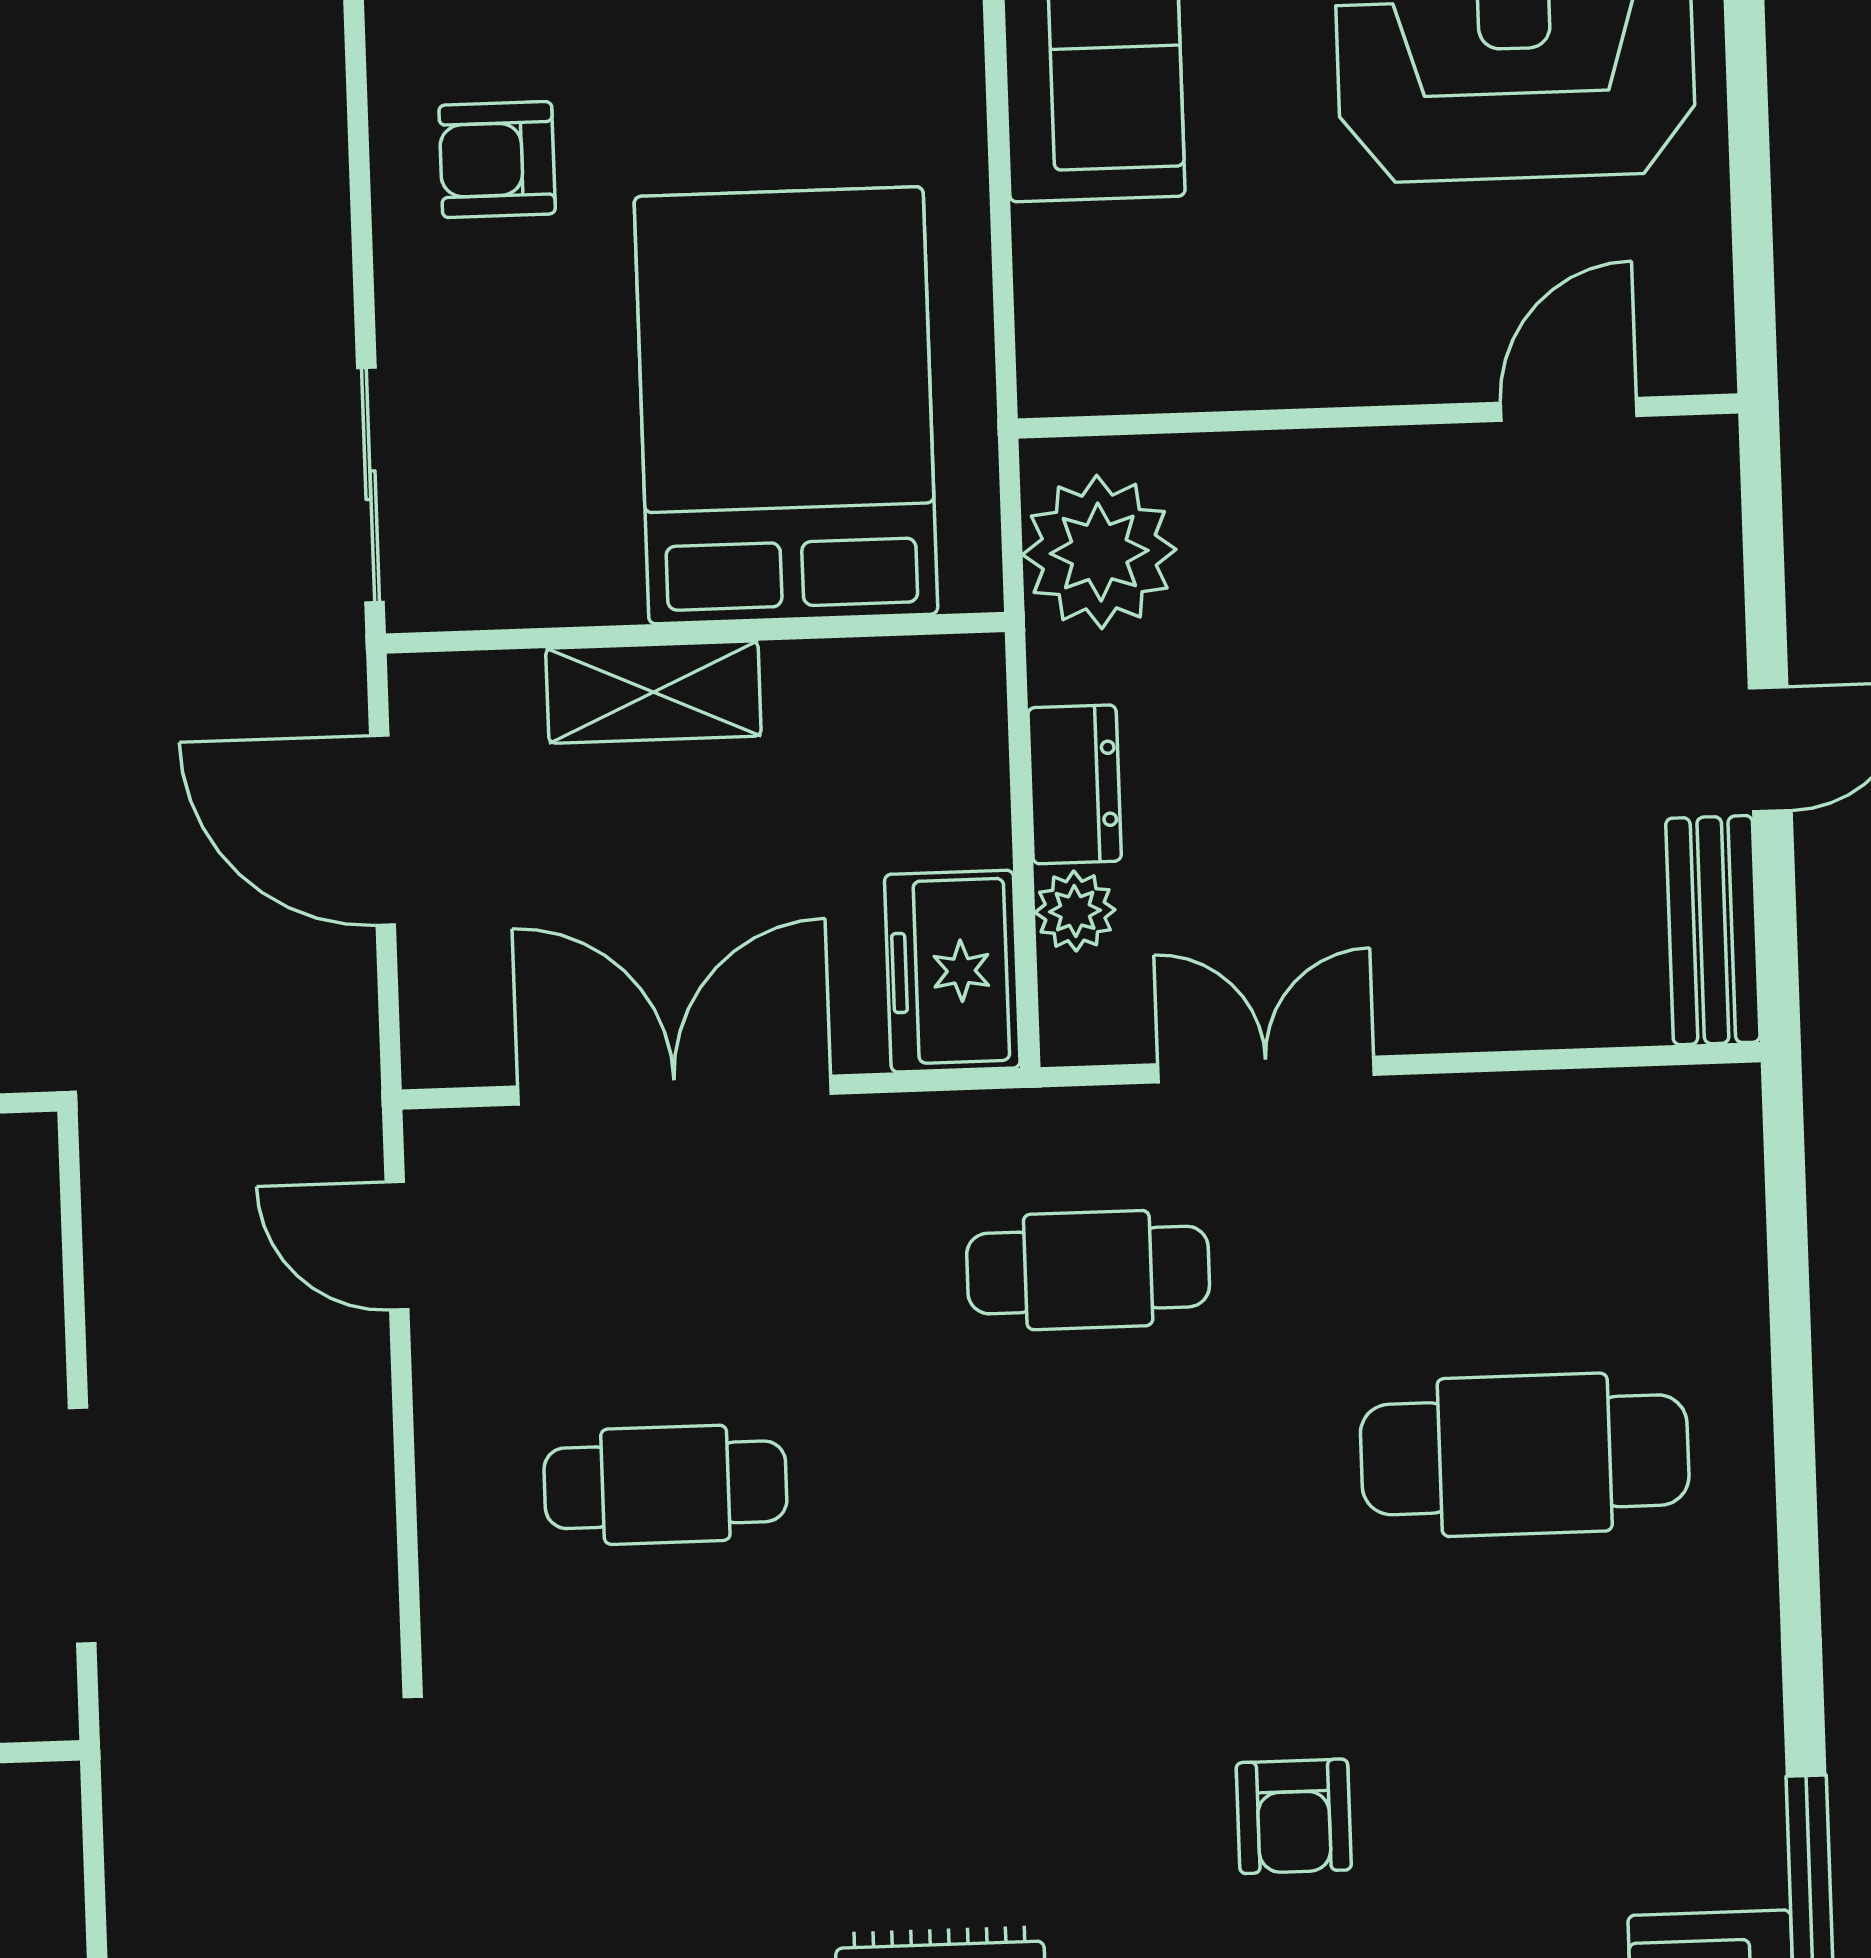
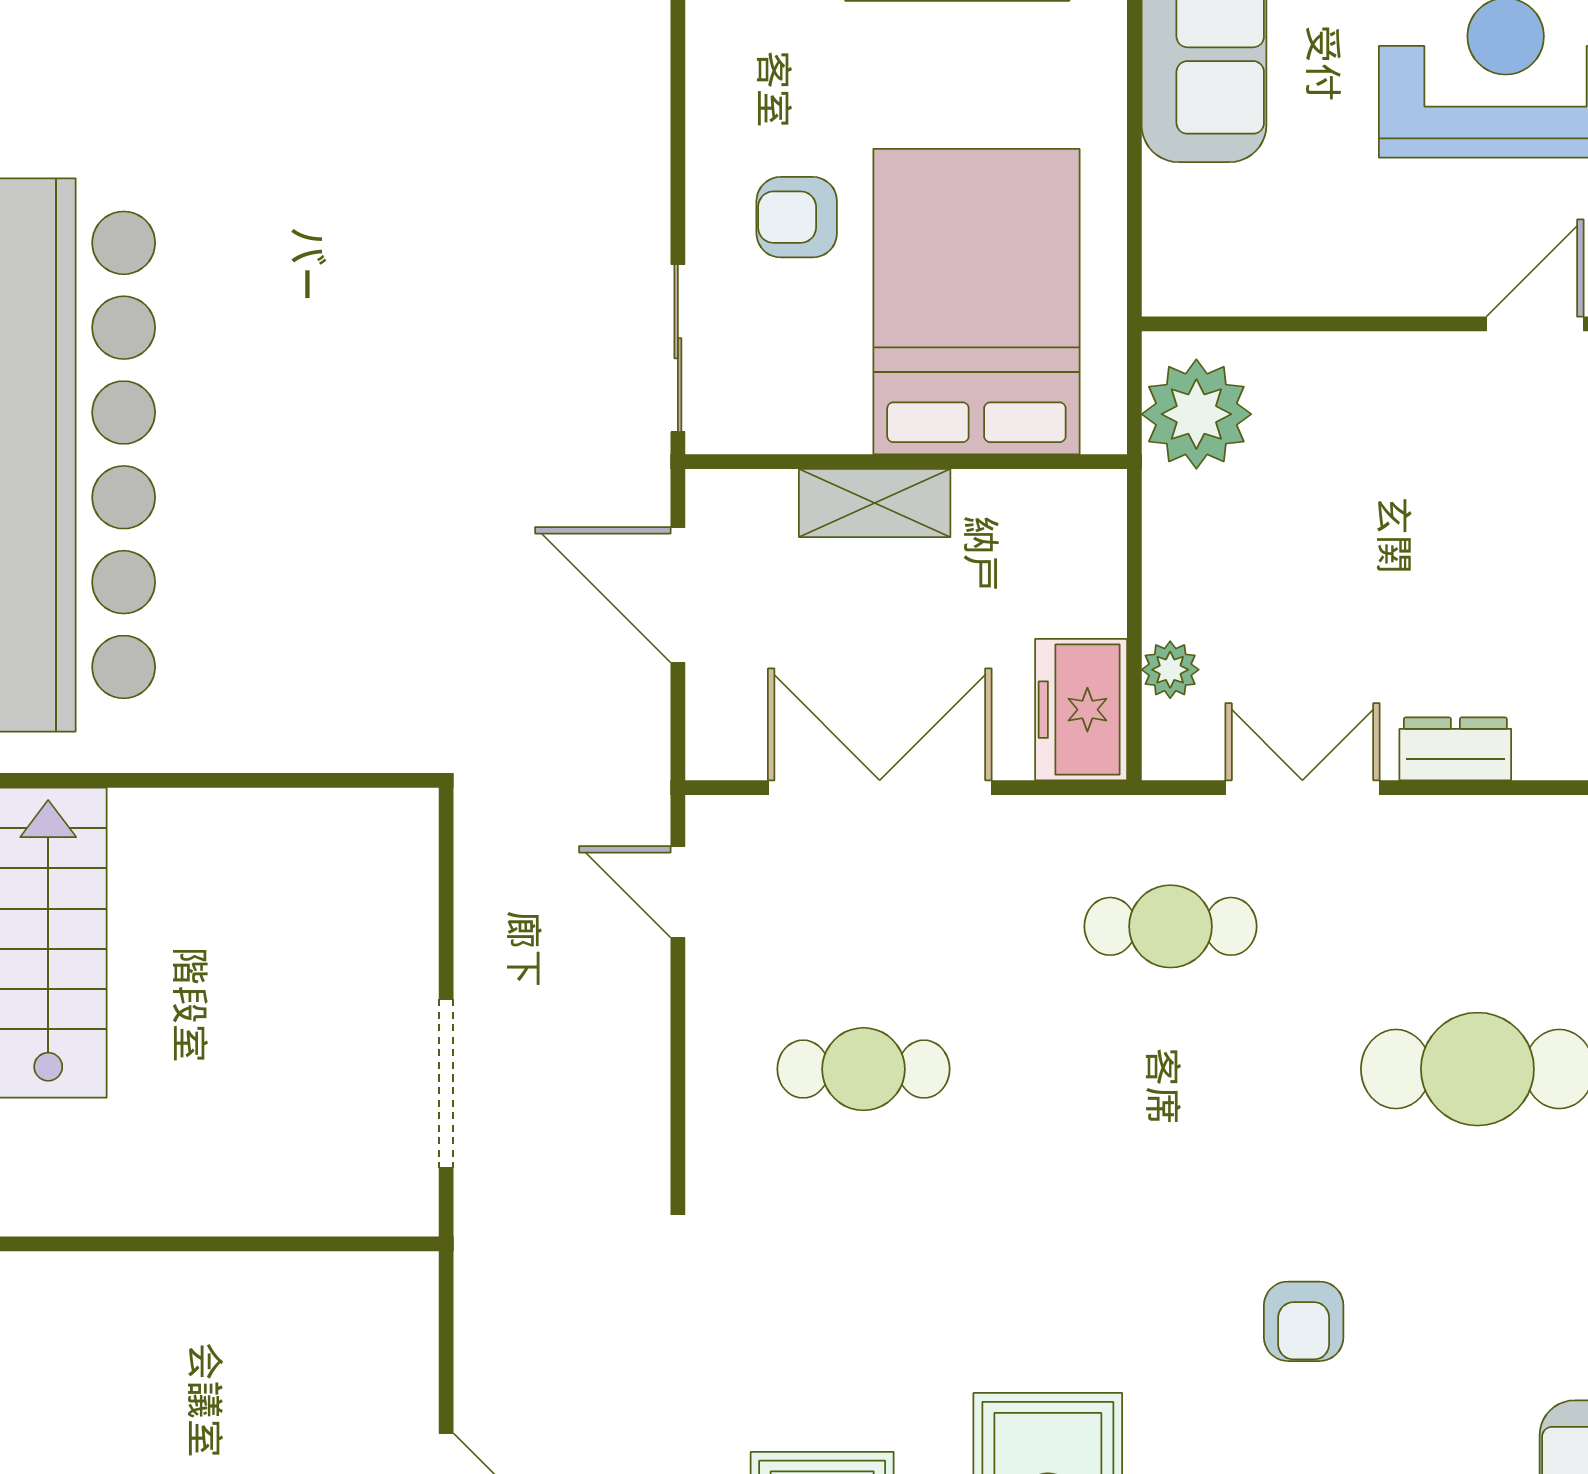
armchair: (497, 160) -> (797, 217), moved
dresser: (1075, 784) -> (1455, 749), moved, turned -90

